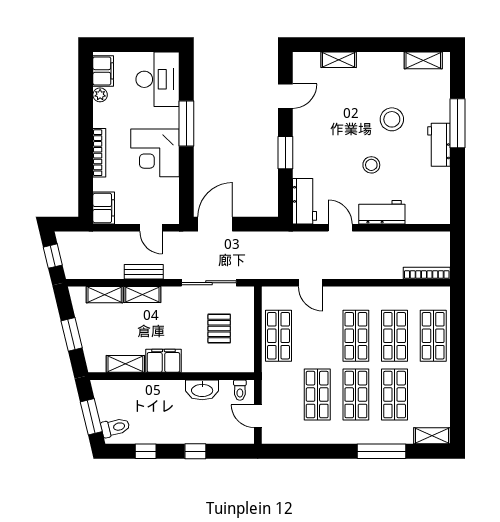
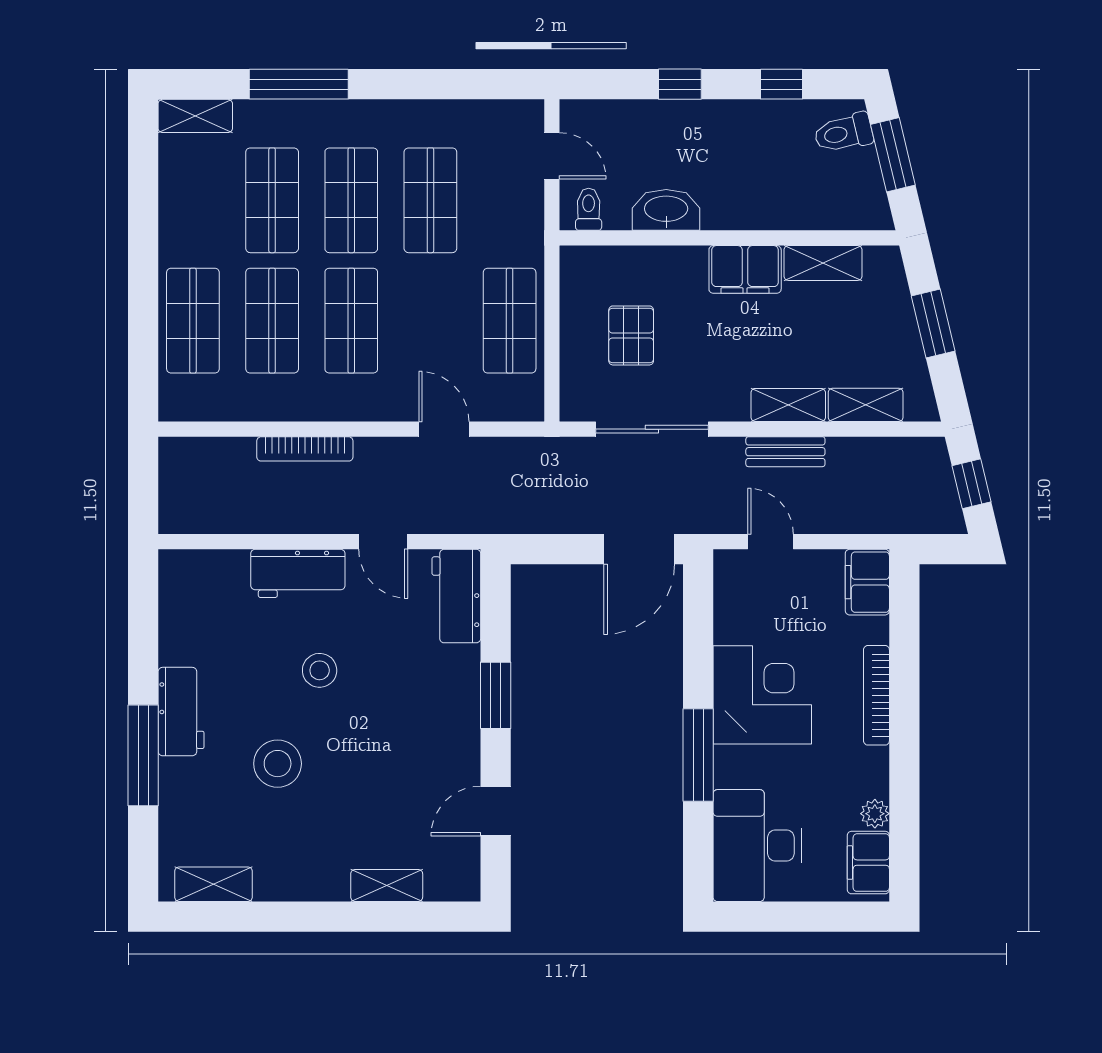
bookcase: (427, 273) -> (305, 449), moved

